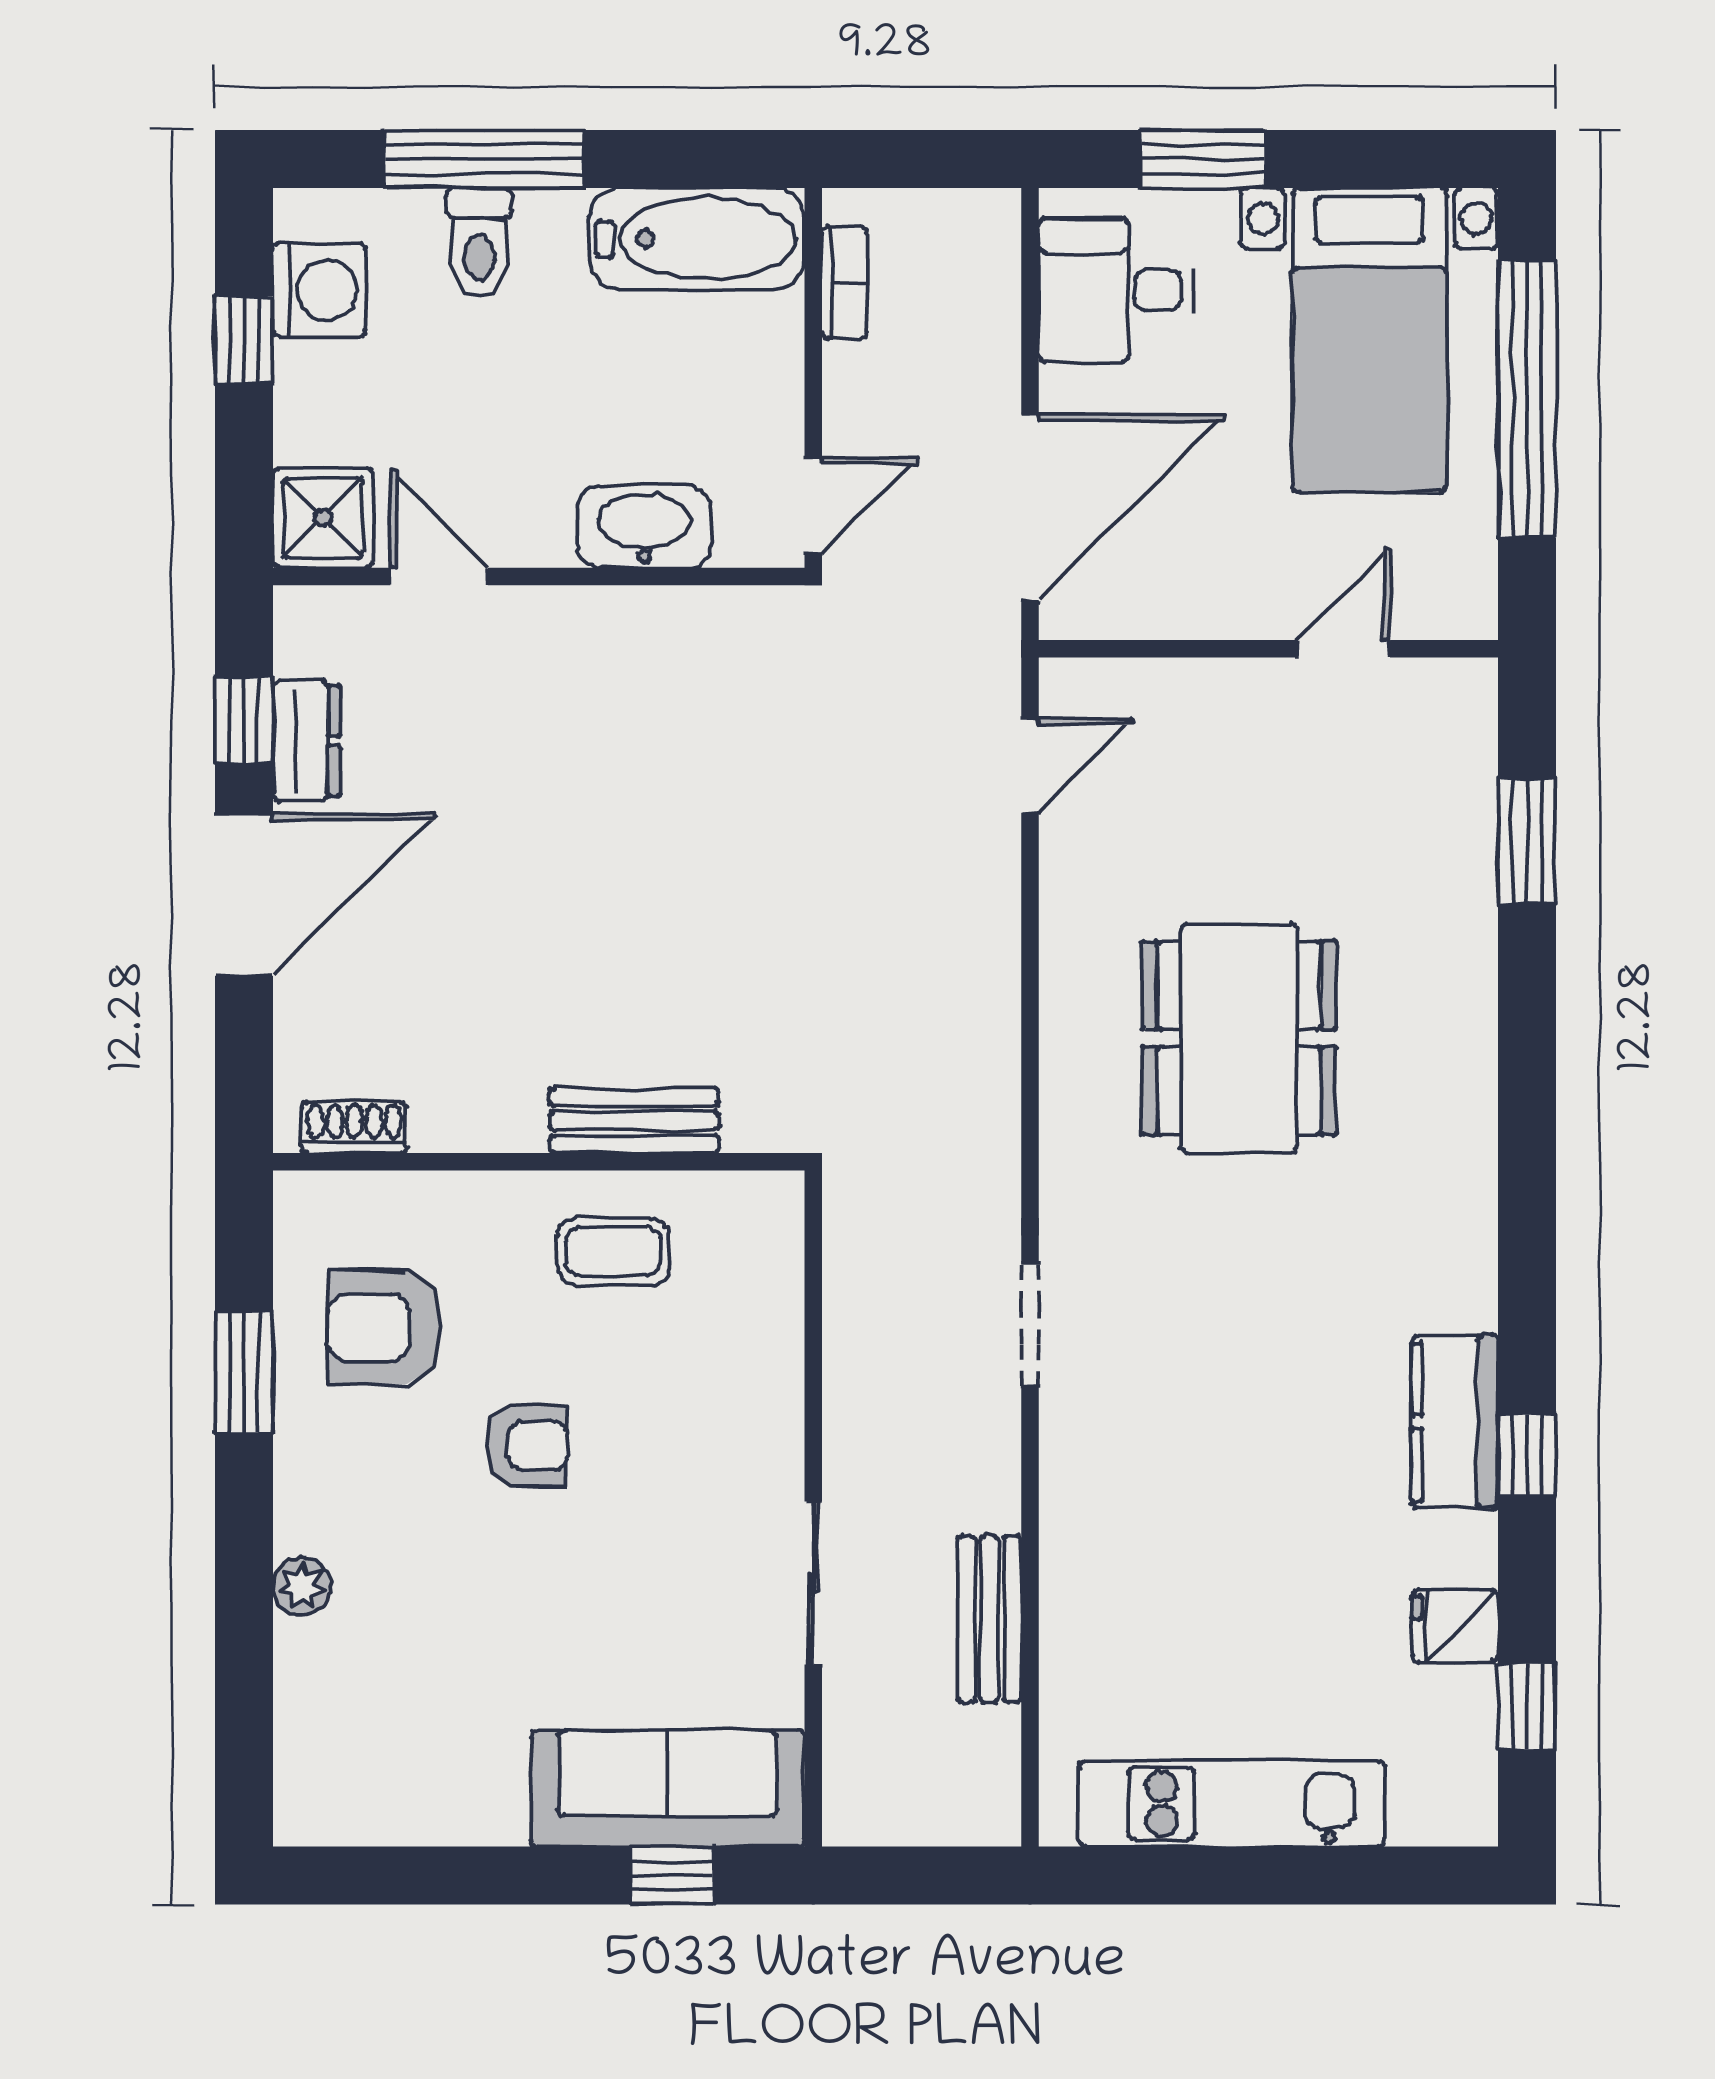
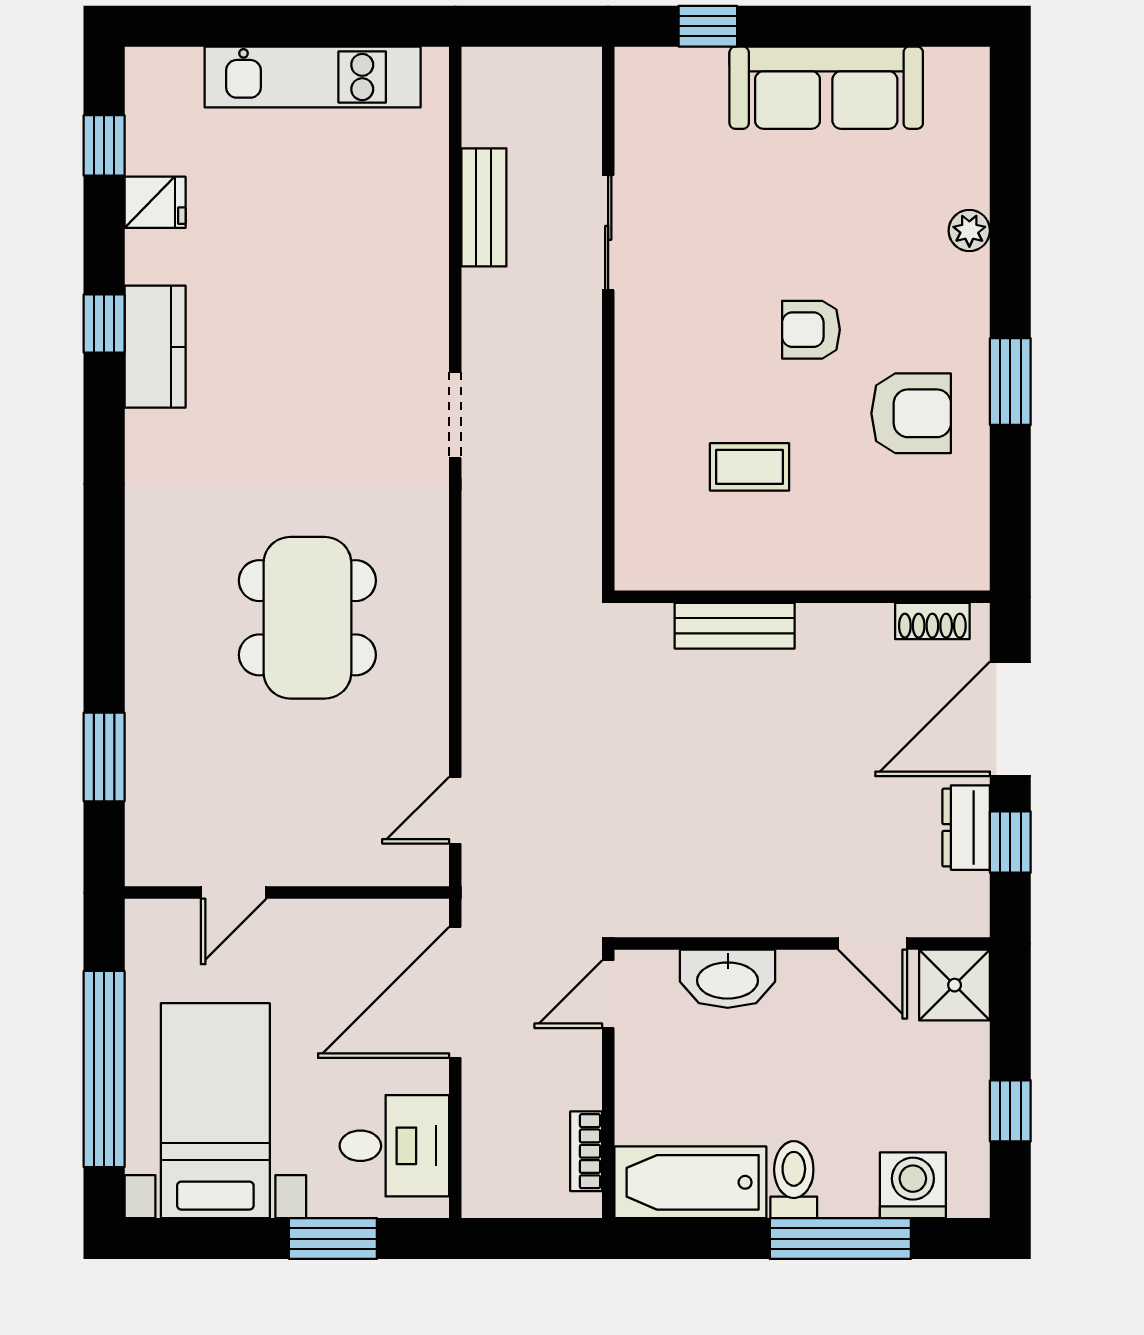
toilet: (479, 242) -> (794, 1180), moved
washing machine: (319, 290) -> (913, 1185), moved, turned 90
bench: (634, 1121) -> (735, 626), moved
shoe rack: (354, 1127) -> (932, 621), moved
wall: (539, 1162) -> (802, 597), moved
sofa: (668, 1788) -> (826, 88), moved

